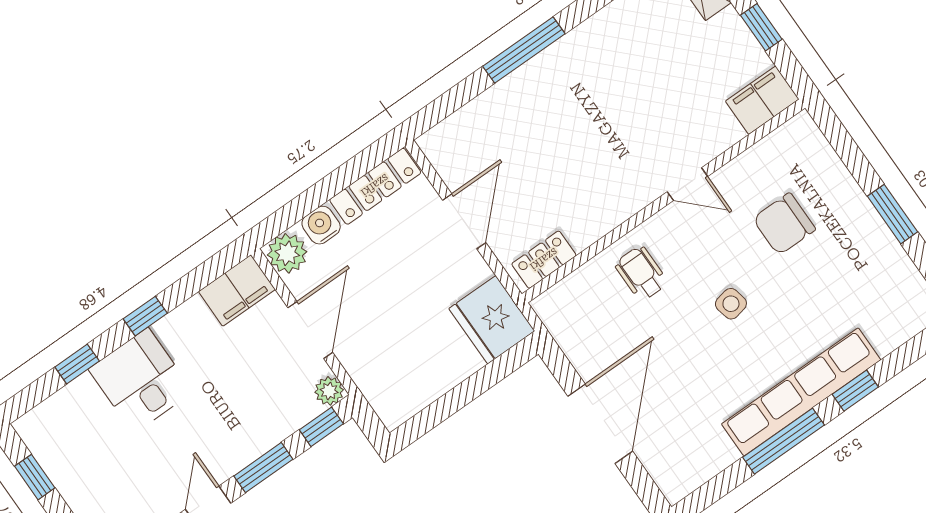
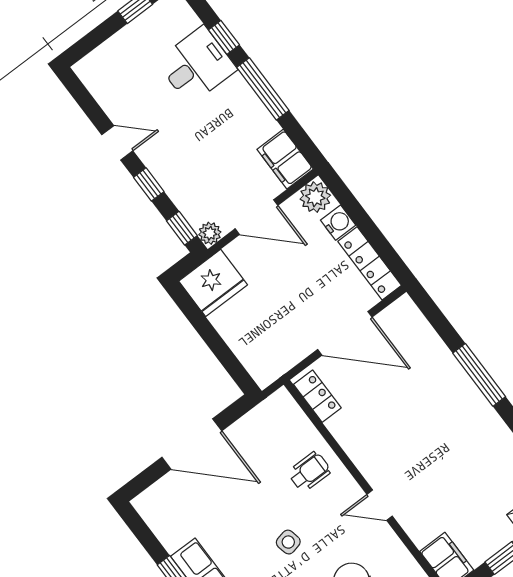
door: (687, 184) -> (380, 505), hinge flipped
door: (464, 221) -> (345, 333), width x1.36
window: (145, 316) -> (263, 89), width x2.17
fridge: (492, 320) -> (213, 283), moved, turned 180
desk: (141, 380) -> (196, 65), moved
window: (263, 468) -> (149, 184), width x0.67

